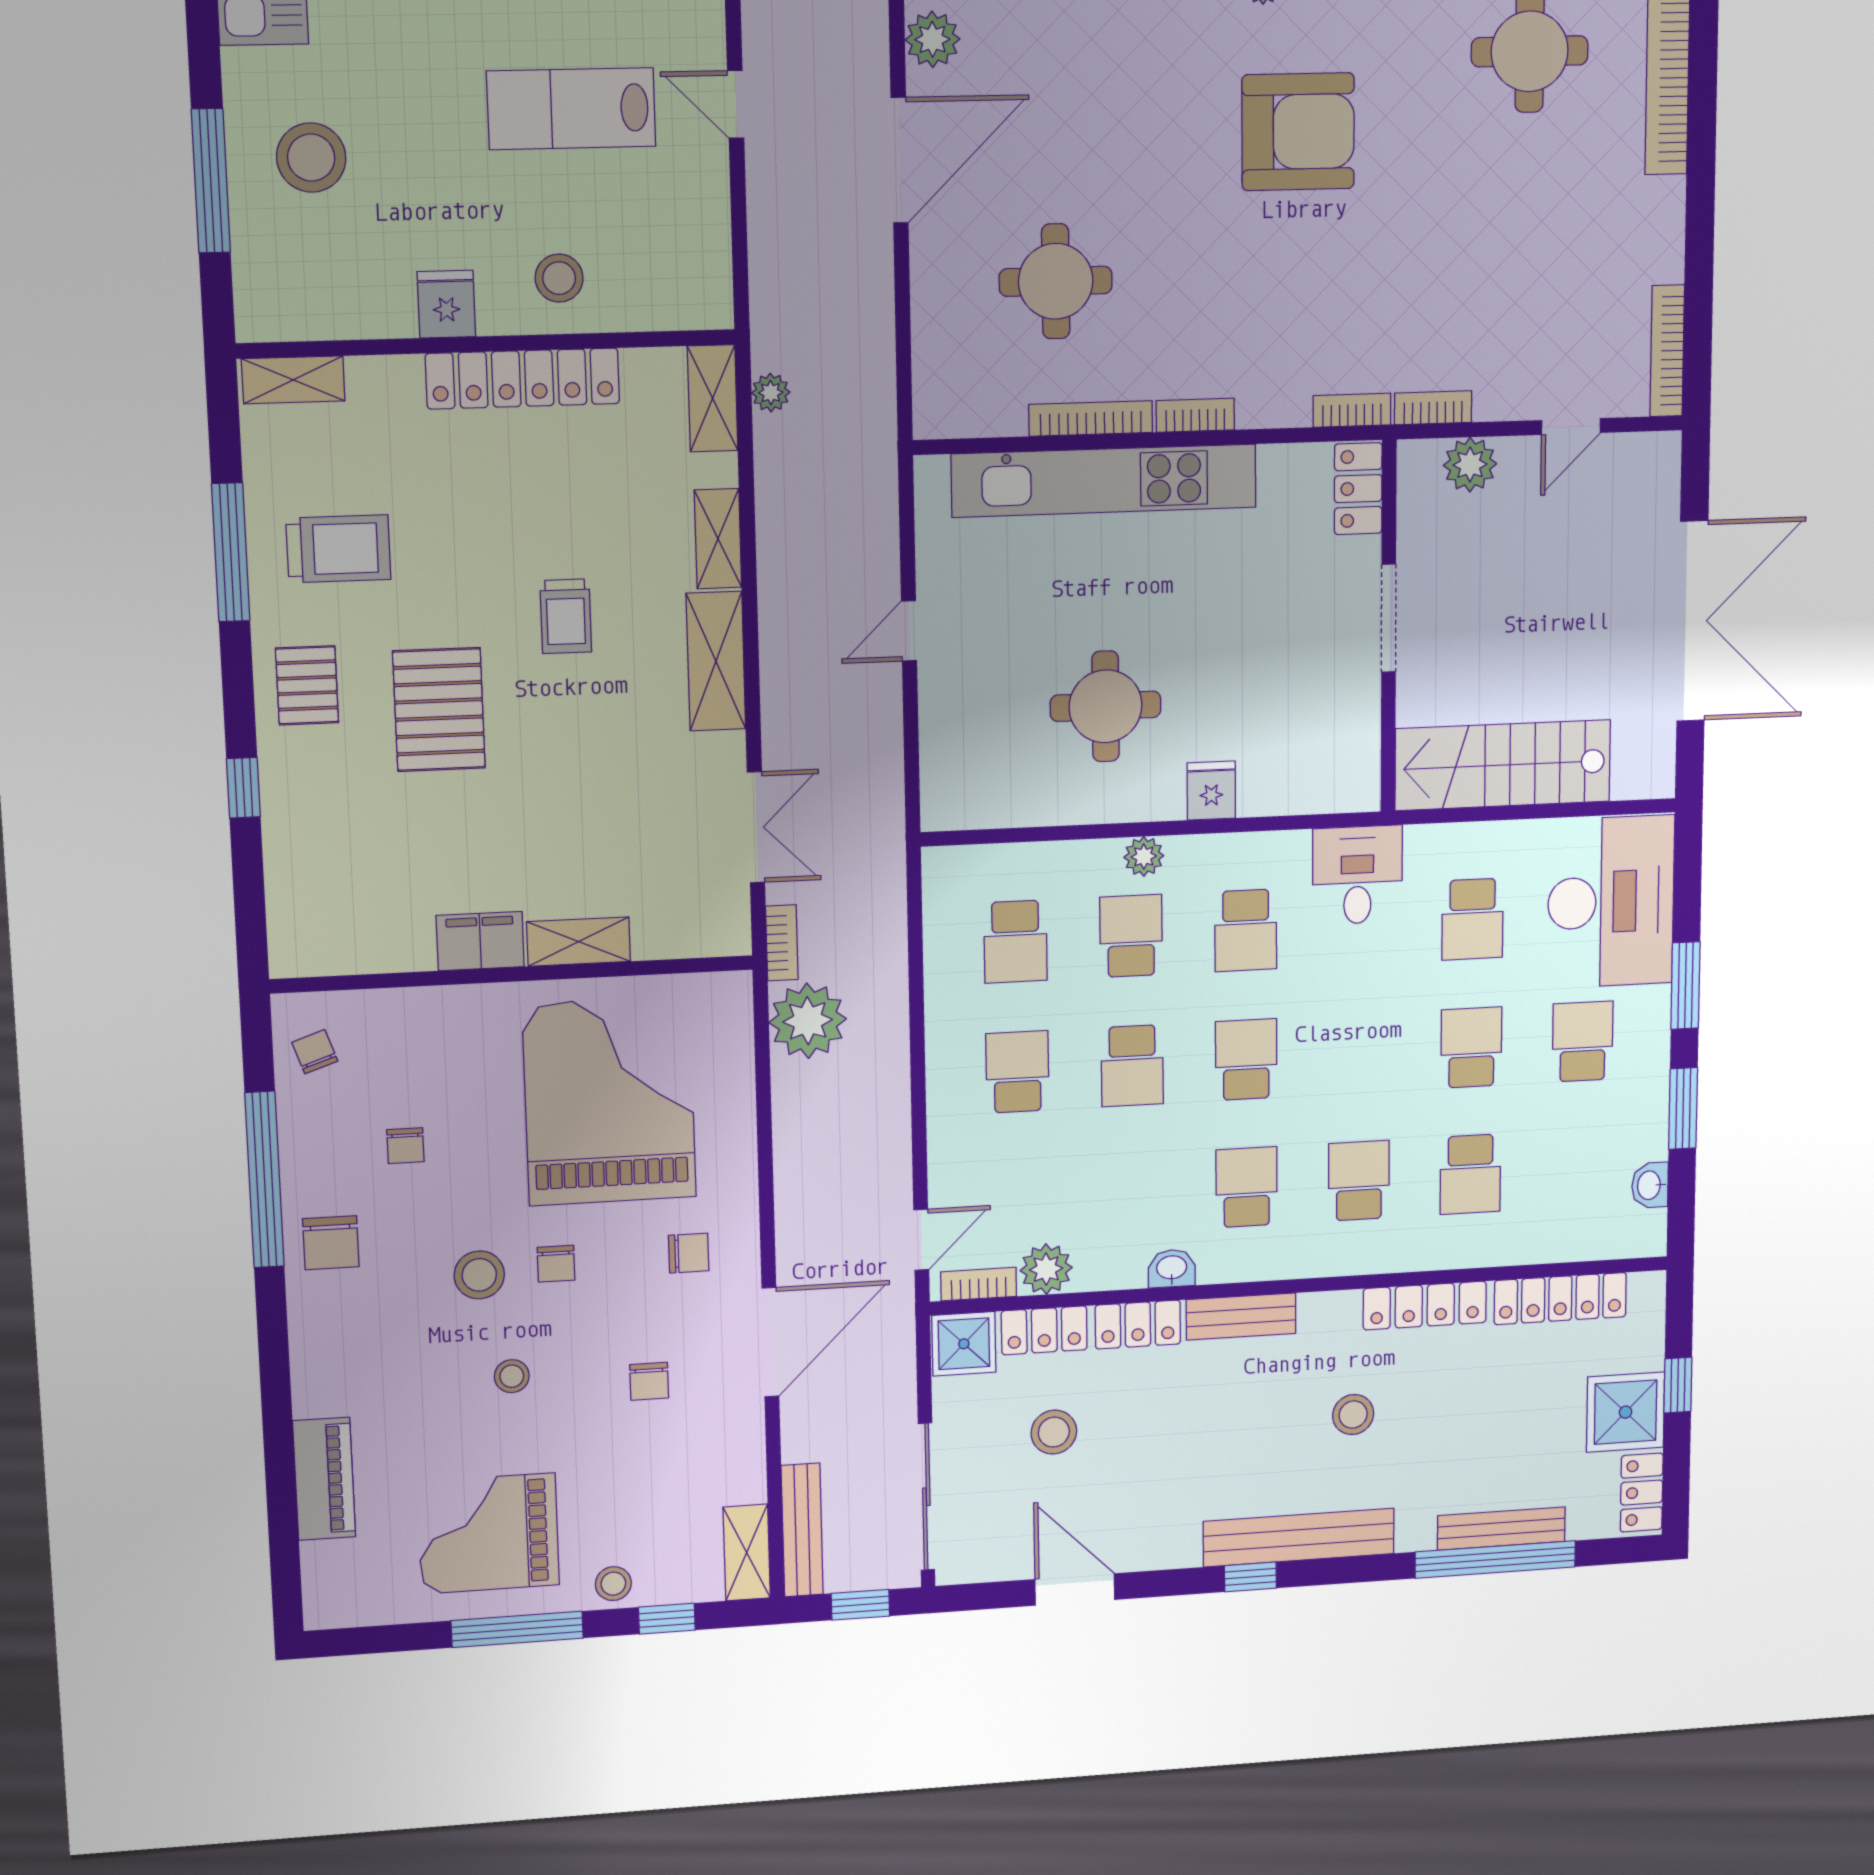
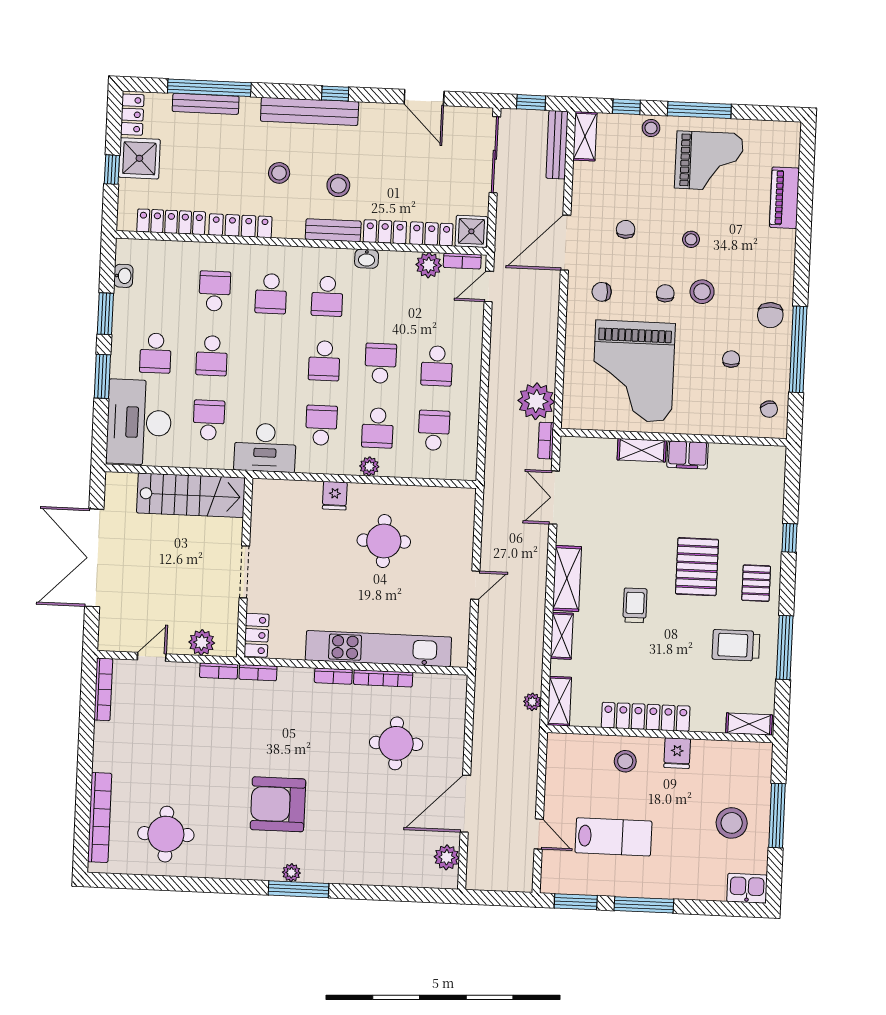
desk: (1357, 875) -> (265, 447), width x1.37
chair: (331, 1243) -> (770, 315), turned 180
stool: (1054, 1432) -> (338, 185), moved

